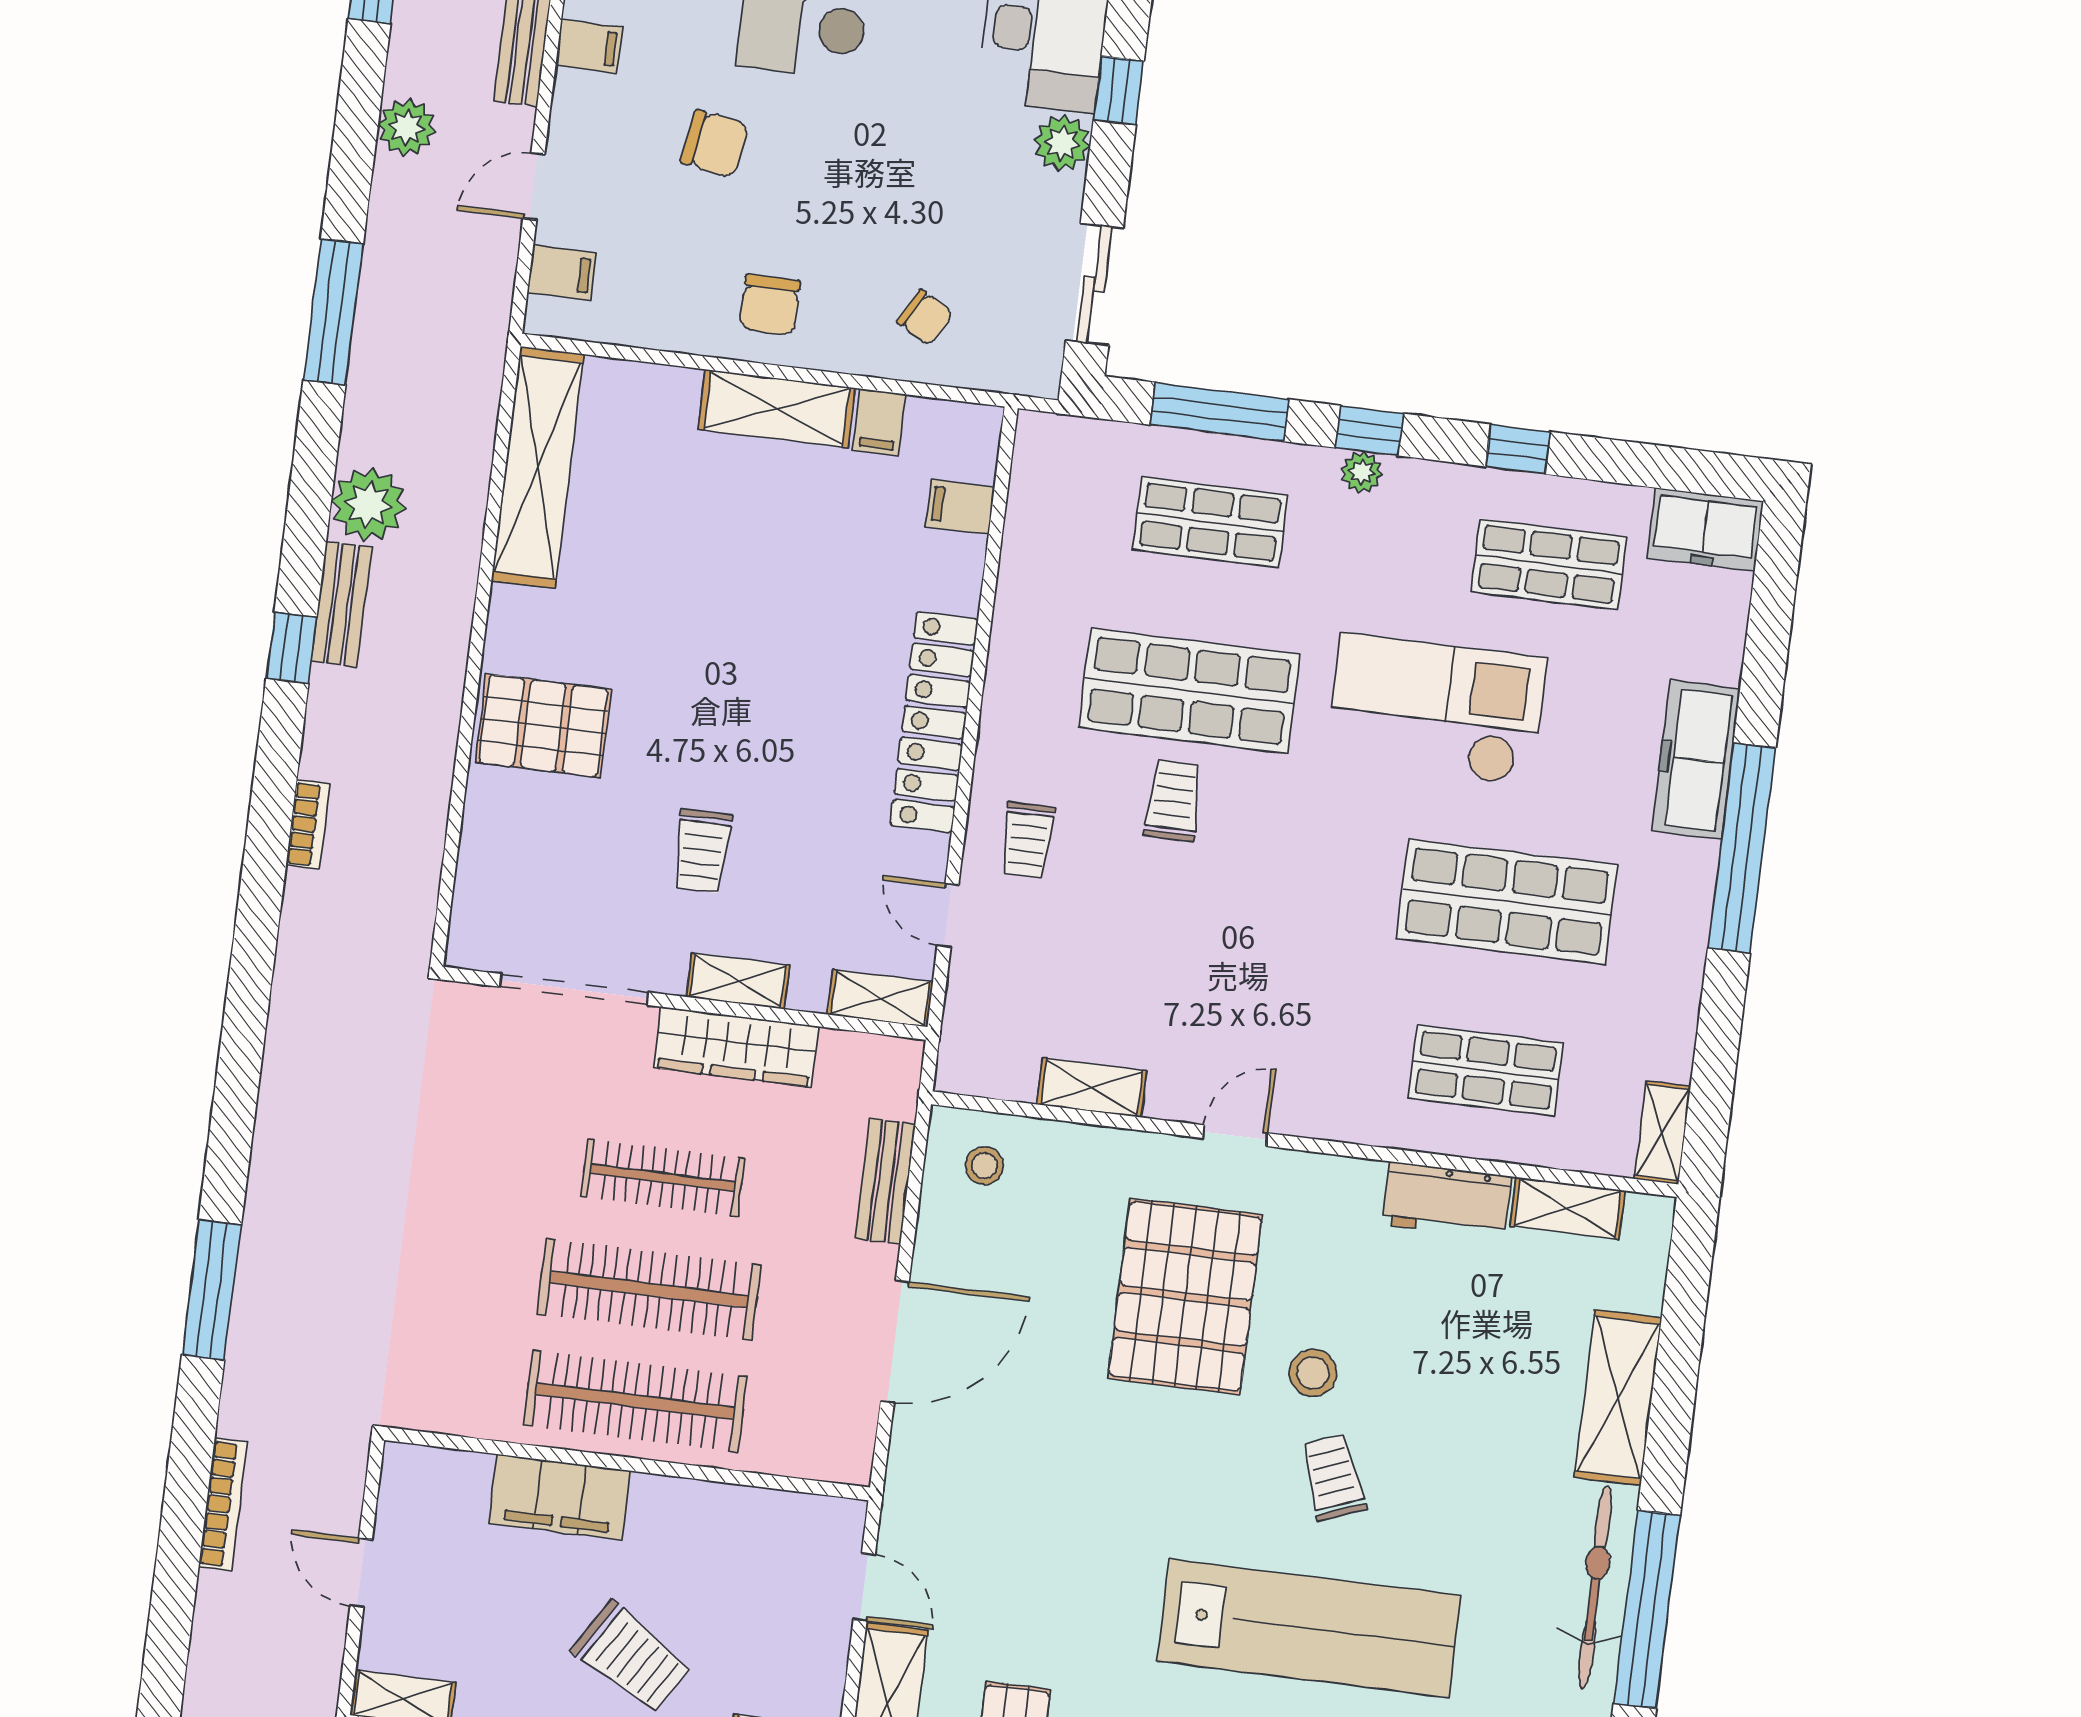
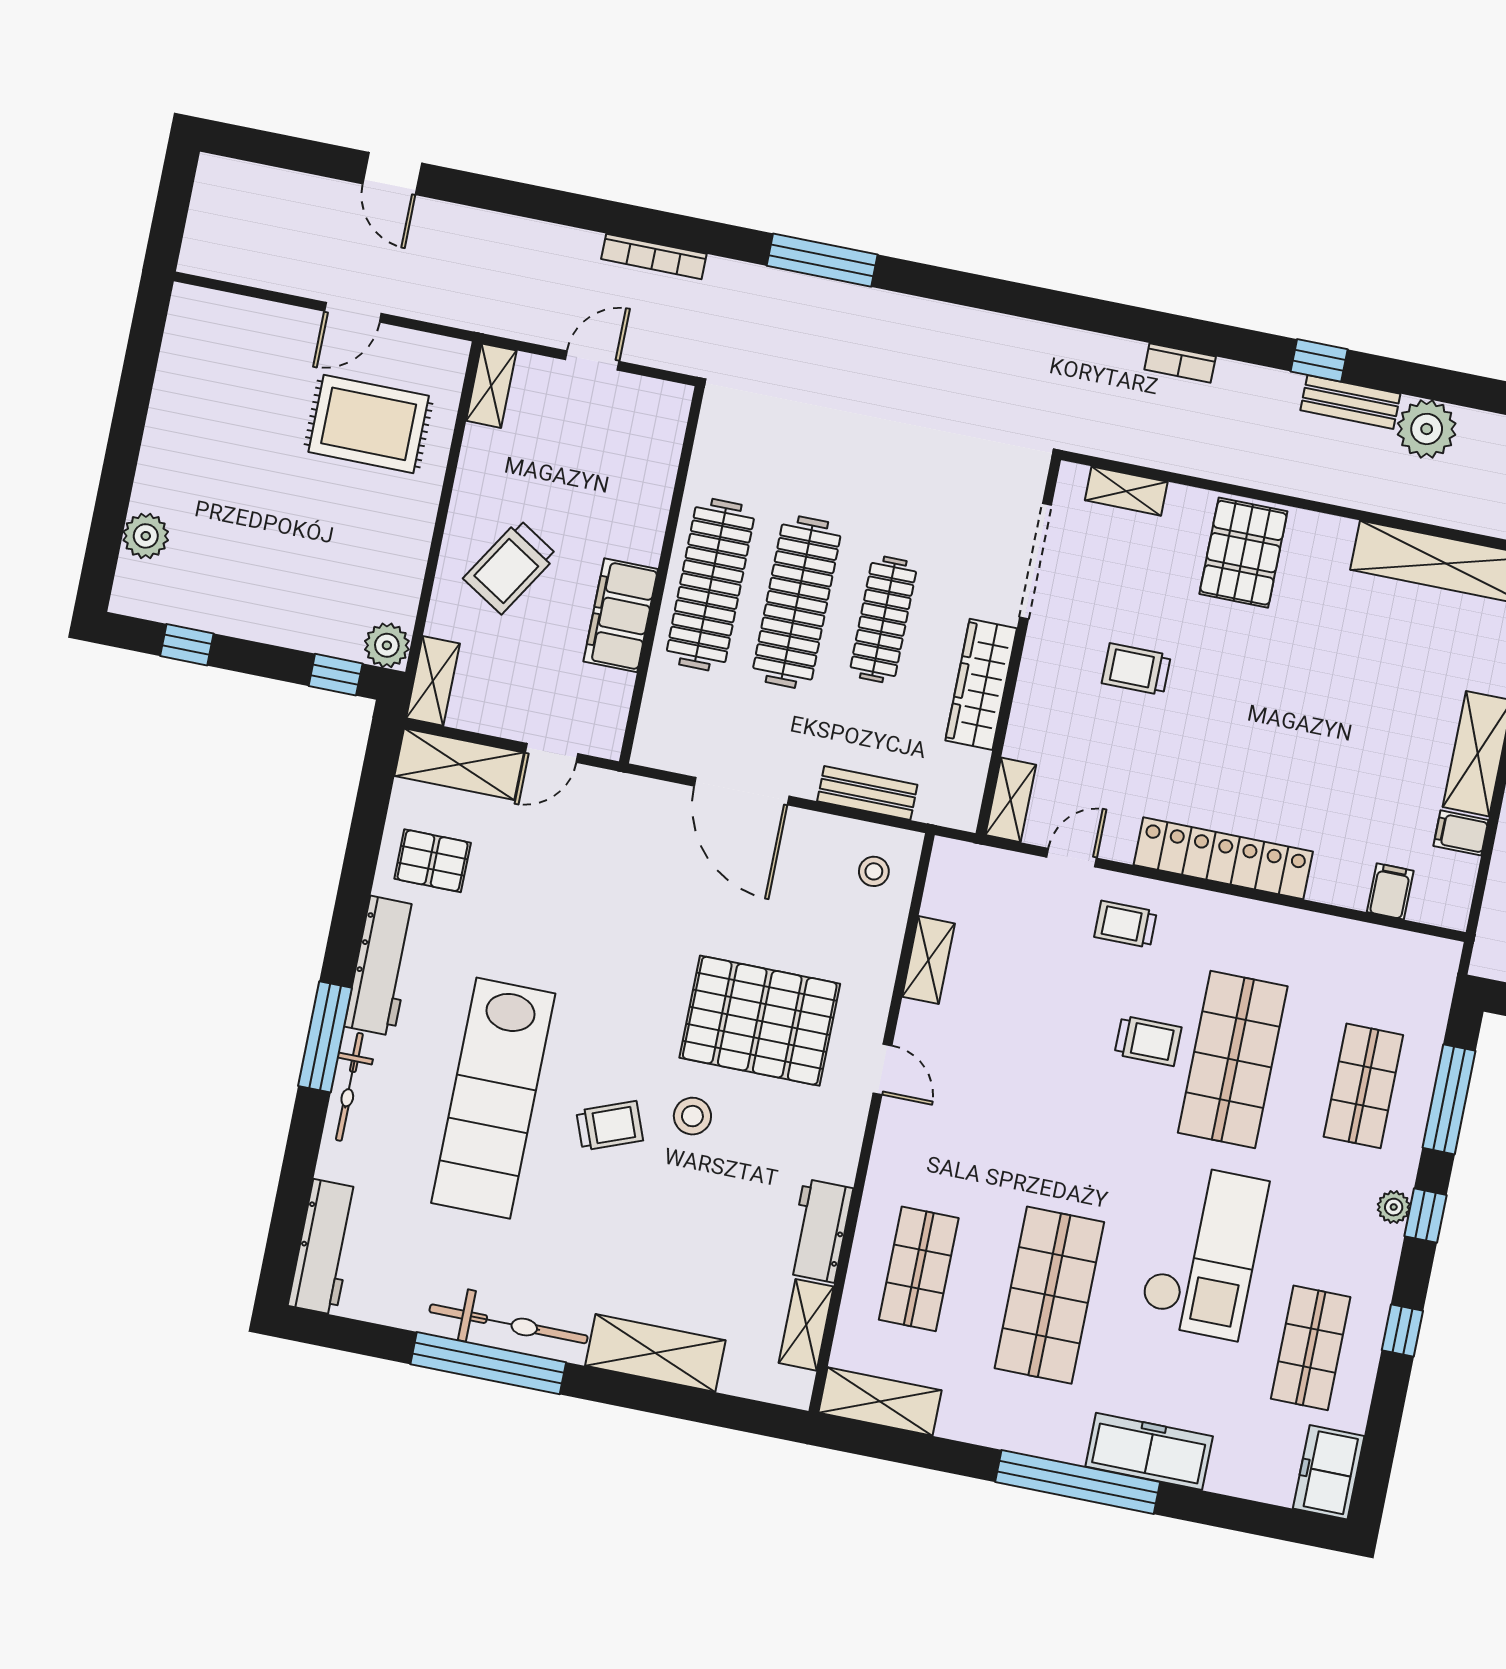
shelving: (738, 981) -> (1126, 491), moved, turned 90
shelving: (1663, 1133) -> (880, 1402), width x1.50, depth x1.33
filing cabinet: (560, 1497) -> (621, 615), moved

